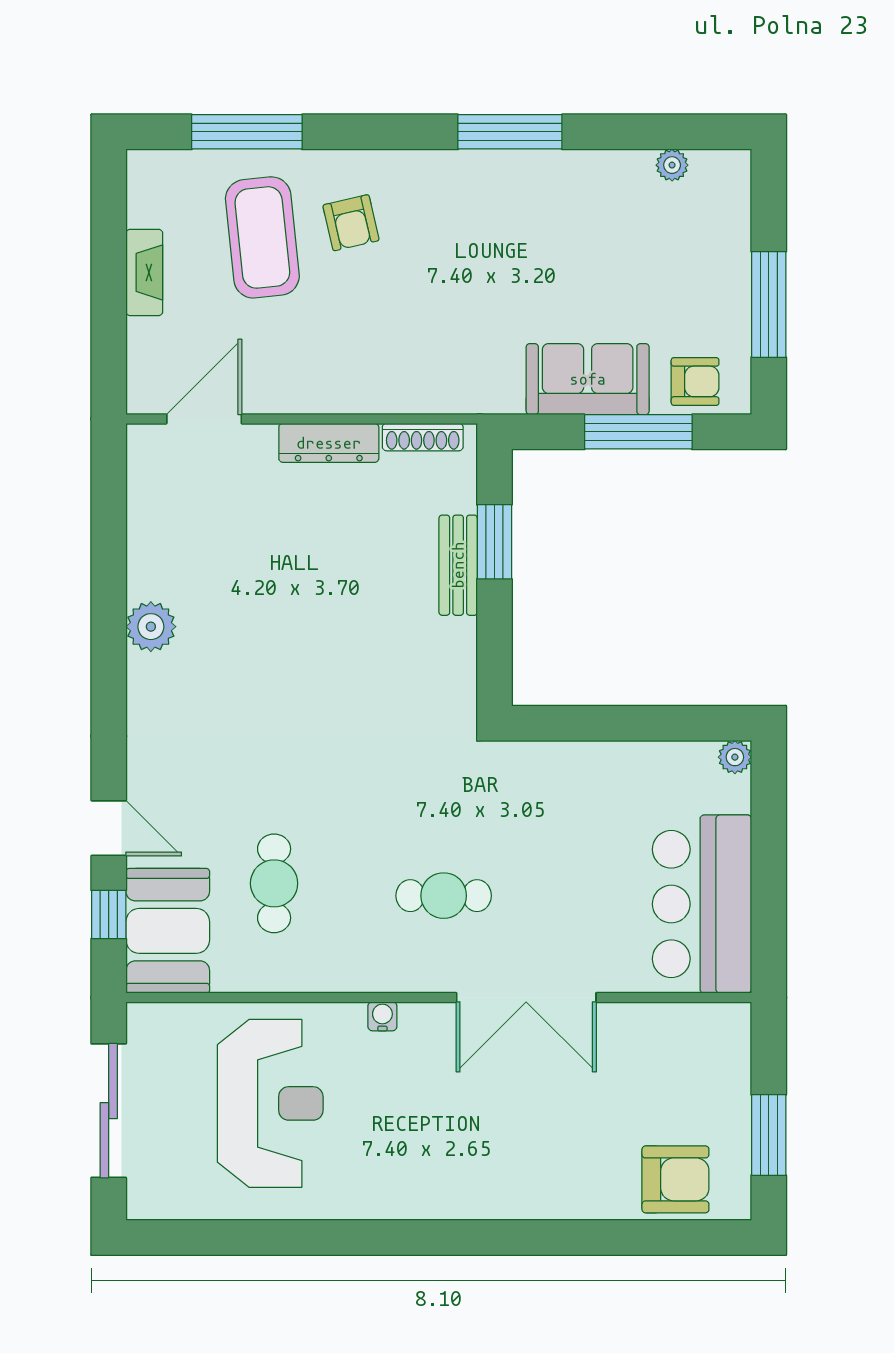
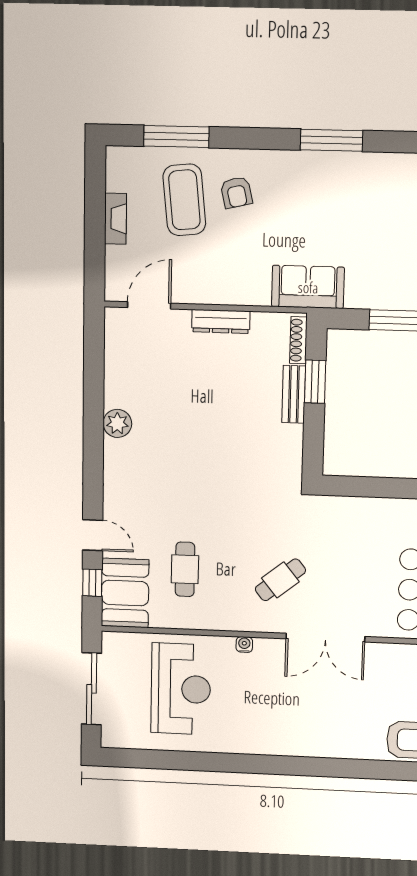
sofa: (588, 379) -> (308, 287), moved
shoe rack: (423, 437) -> (298, 340), moved, turned 90
cafe table: (444, 896) -> (280, 580), turned -39

